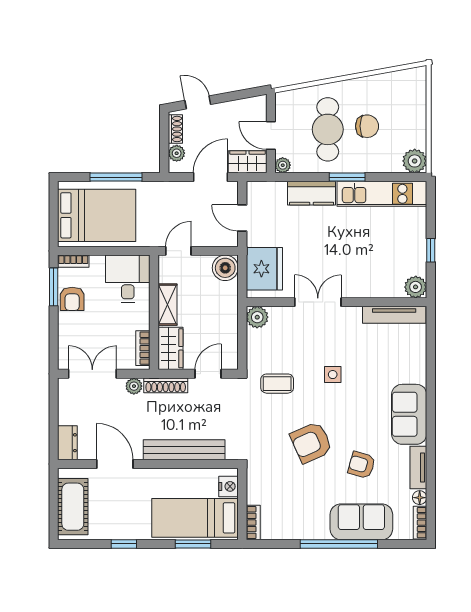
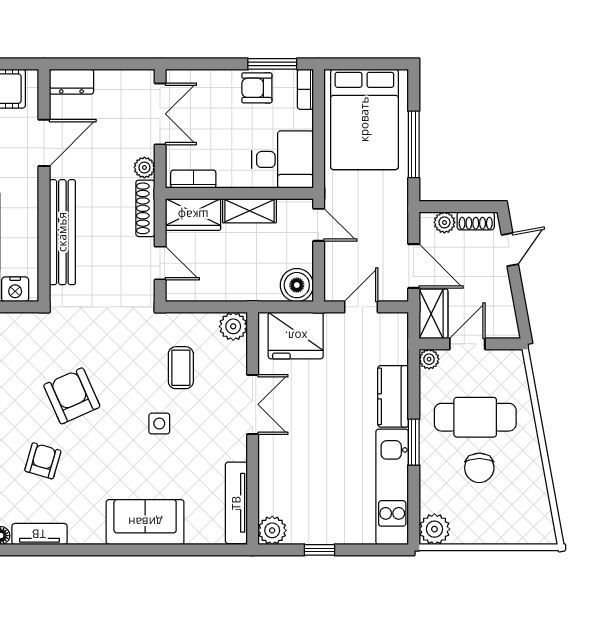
coffee table: (277, 384) -> (181, 368), moved
sofa: (409, 414) -> (145, 522), moved

